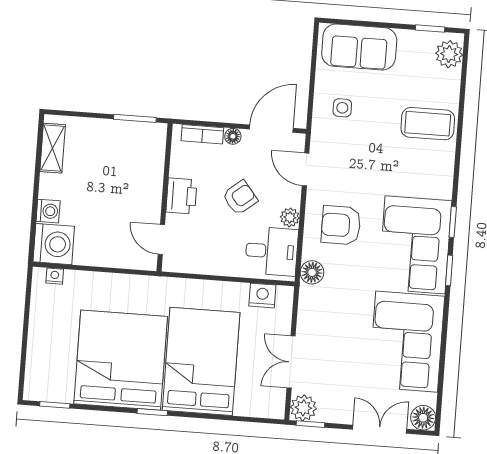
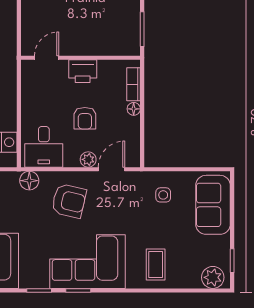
coffee table: (428, 124) -> (156, 264), width x0.73, depth x0.77
door: (271, 129) -> (142, 139), removed
armchair: (240, 198) -> (85, 118), turned 39
plant: (290, 217) -> (88, 159), moved
armchair: (341, 225) -> (69, 201), turned 103
corner sofa: (415, 245) -> (87, 262), moved

